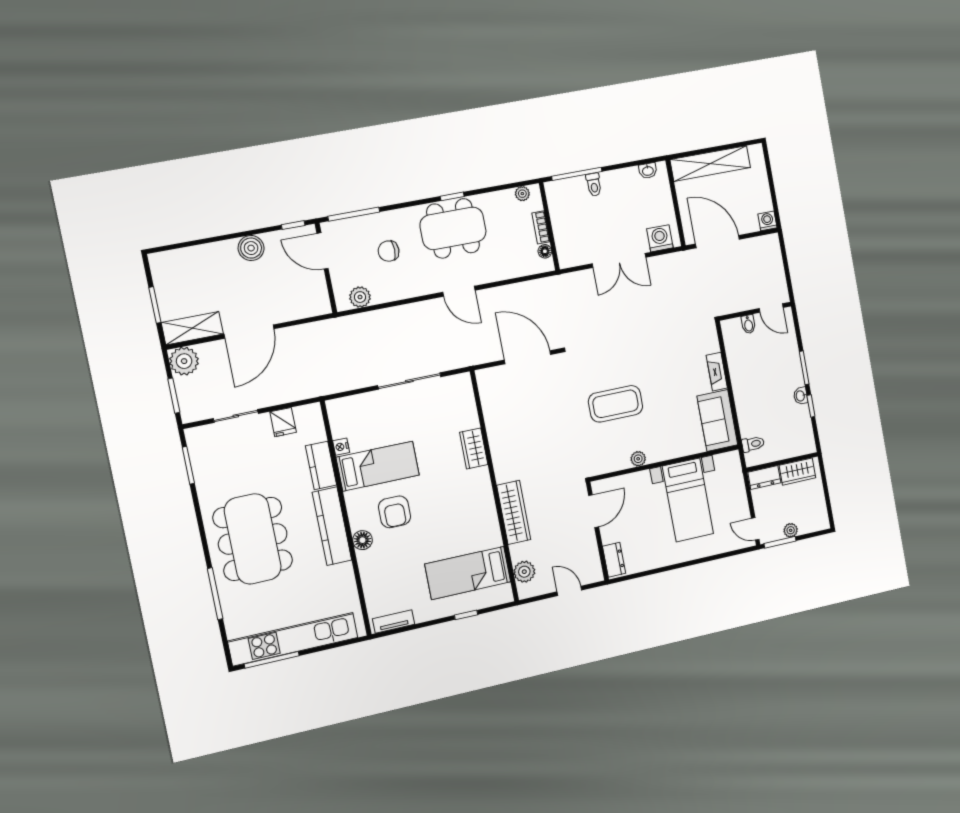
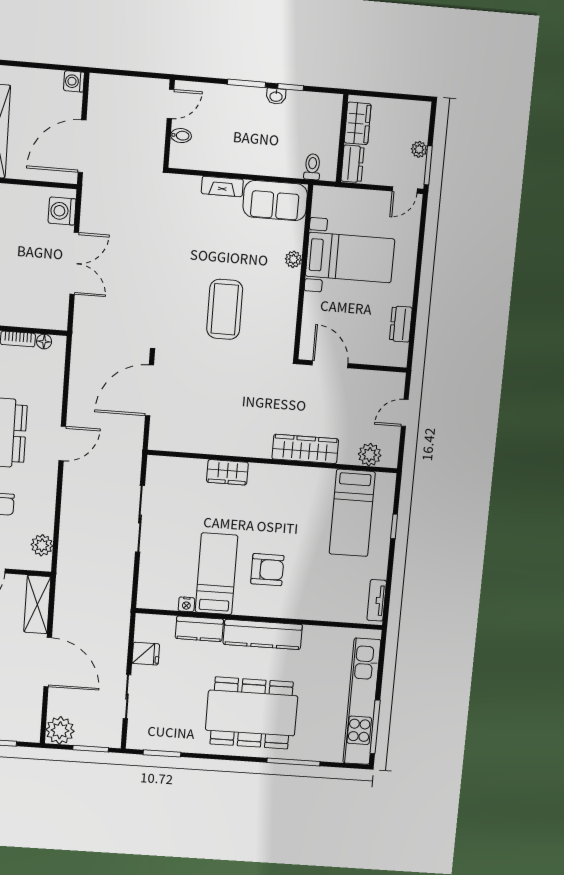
shelving: (192, 328) -> (37, 605), moved
plant: (638, 459) -> (293, 259), moved
floor lamp: (362, 540) -> (286, 609), removed
dresser: (614, 560) -> (401, 324), moved, turned -90

